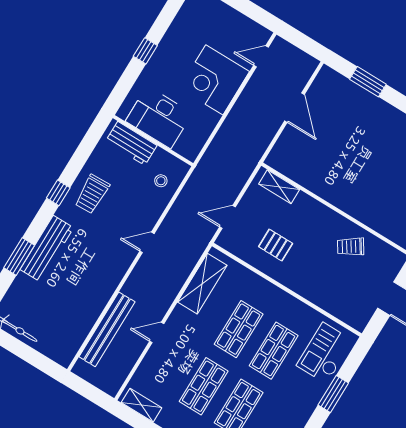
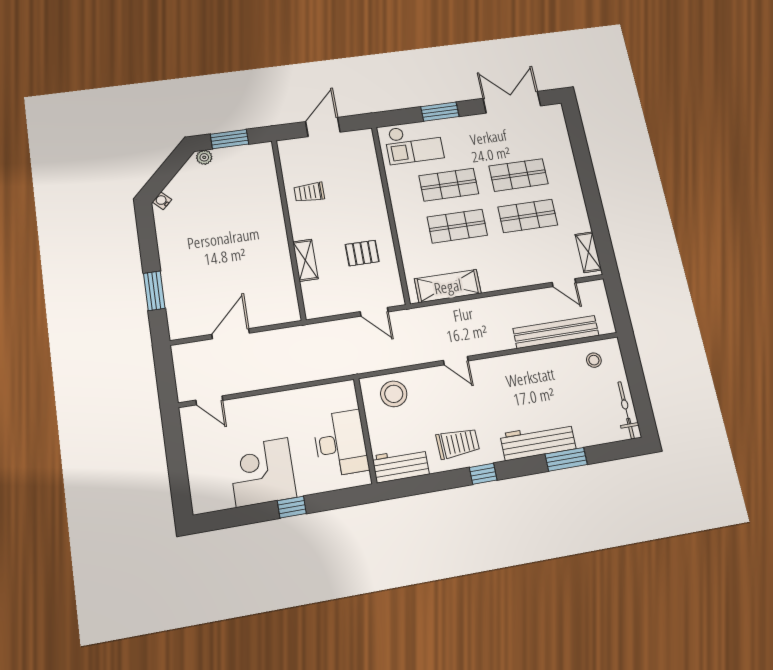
corner desk: (214, 80) -> (262, 472), moved, turned 180
workbench: (131, 143) -> (401, 465), moved, turned -90
stool: (161, 181) -> (394, 394), width x1.89, depth x1.89
shelving: (279, 187) -> (305, 260), moved
pallet: (276, 245) -> (362, 253), turned 90
trolley: (351, 247) -> (309, 192), turned 123
door: (157, 333) -> (564, 283), moved
stool: (66, 338) -> (594, 360), added

